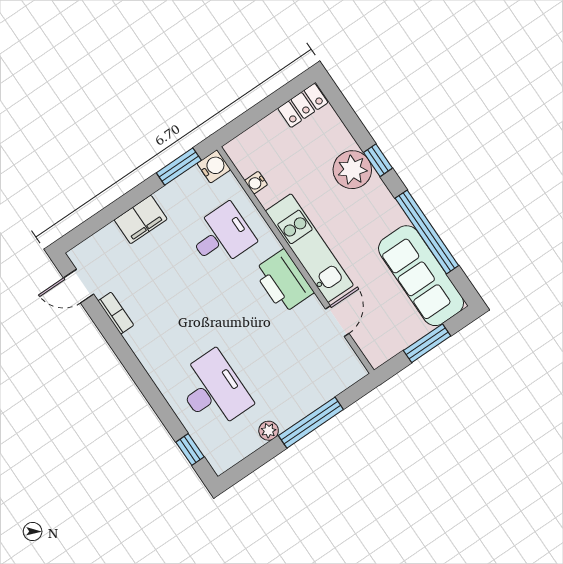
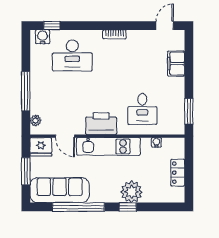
locker: (303, 105) -> (178, 173), moved
water cooler: (214, 166) -> (43, 37), moved, turned 180
filing cabinet: (141, 219) -> (176, 64), moved
bookcase: (116, 313) -> (114, 34), moved
fridge: (377, 346) -> (41, 147), added
plant: (269, 431) -> (36, 121), moved

